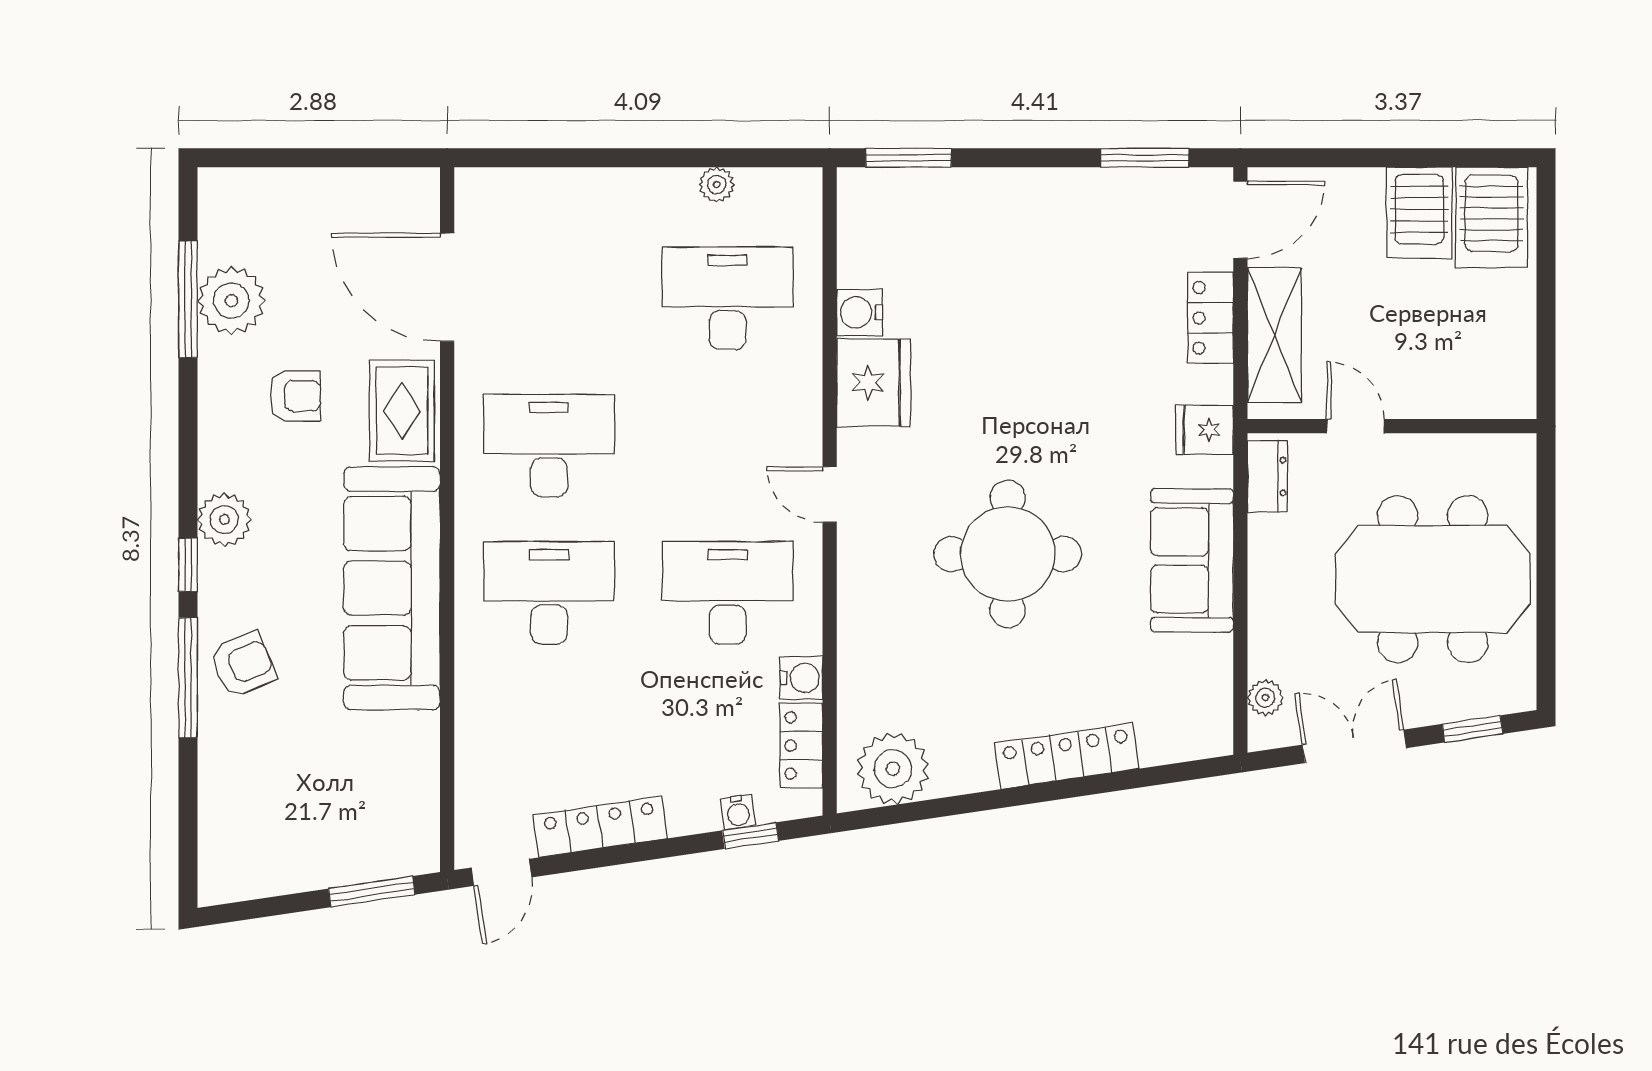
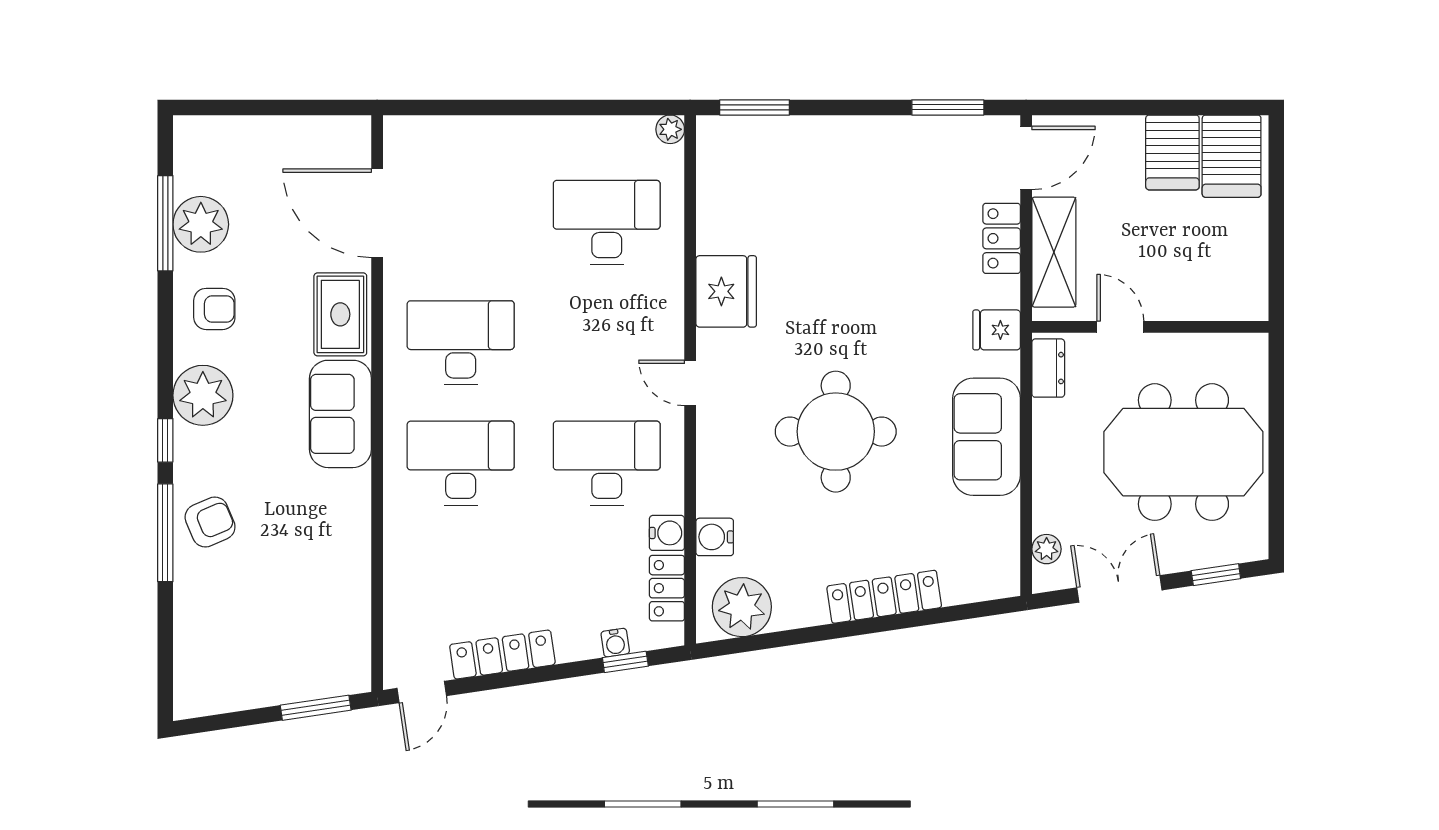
plant: (717, 185) -> (670, 129), moved
water cooler: (860, 312) -> (715, 537), moved
armchair: (295, 396) -> (214, 309), moved
plant: (224, 520) -> (203, 395), width x1.36, depth x1.36
sofa: (392, 588) -> (340, 414), width x0.54, depth x0.79

